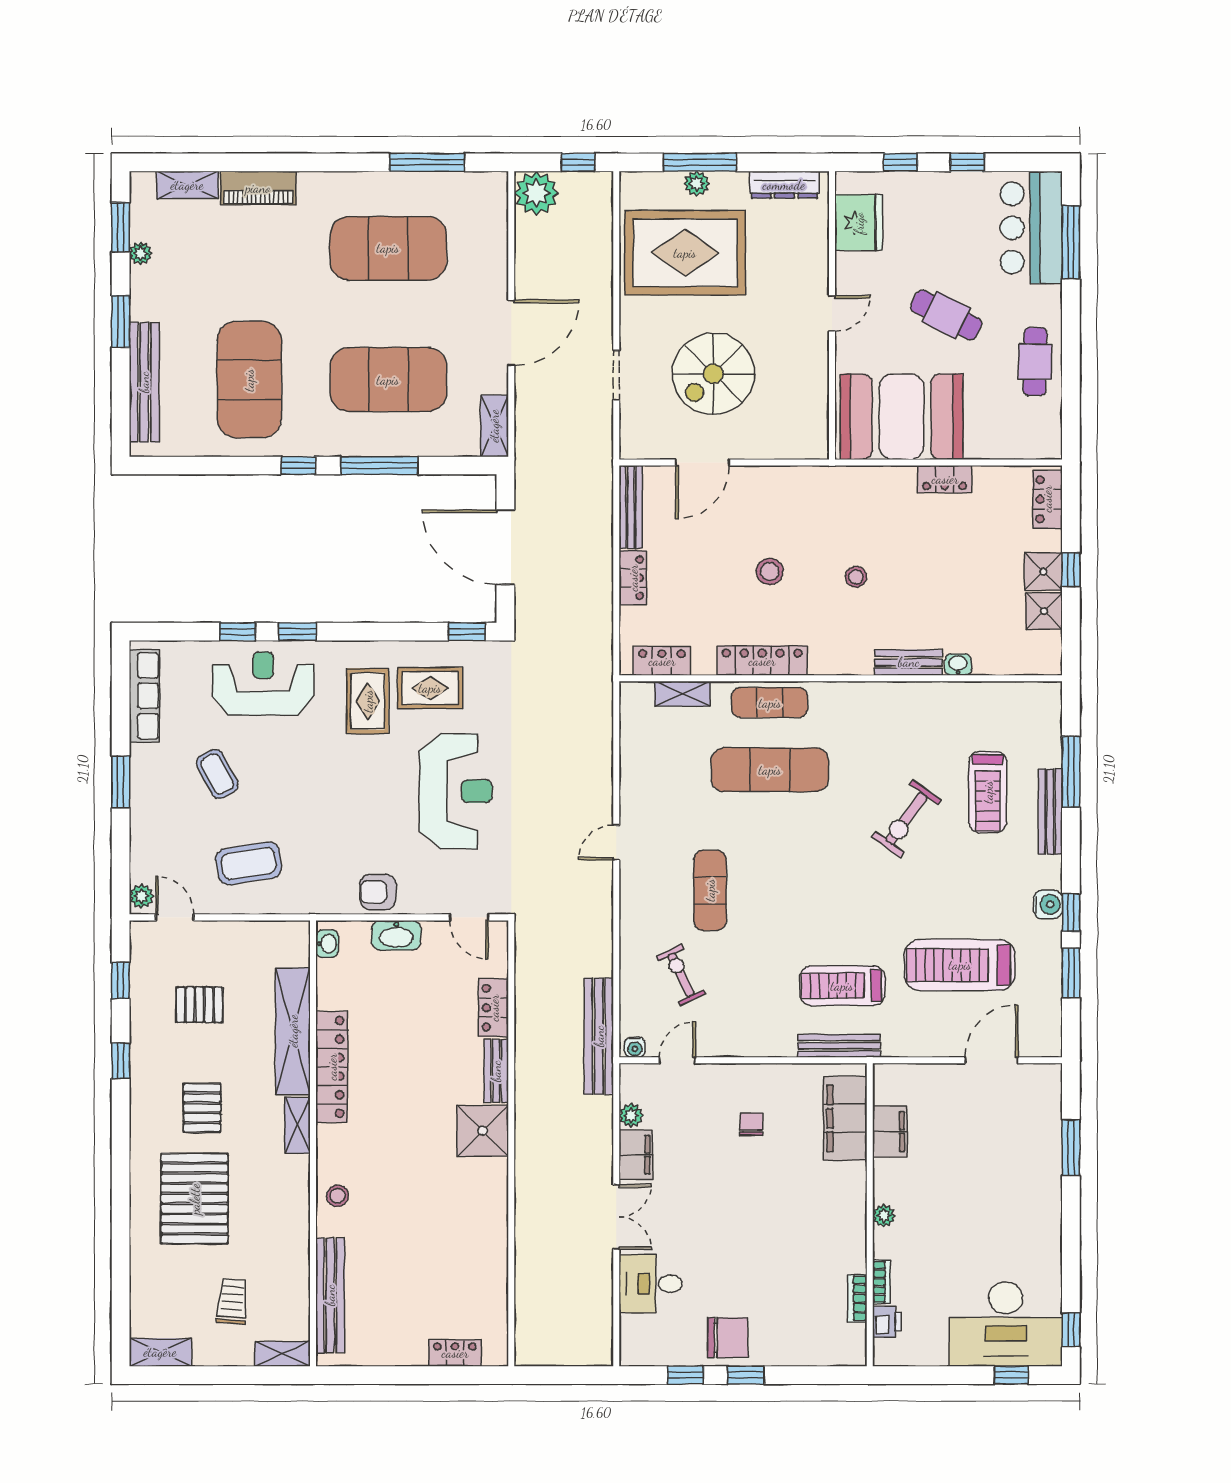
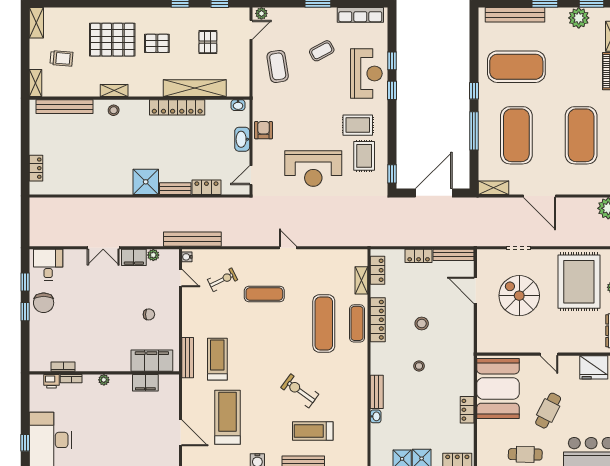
plant: (141, 253) -> (579, 18), width x1.87, depth x1.87
shelving: (298, 1125) -> (114, 90), moved
desk: (651, 1284) -> (48, 265), moved

